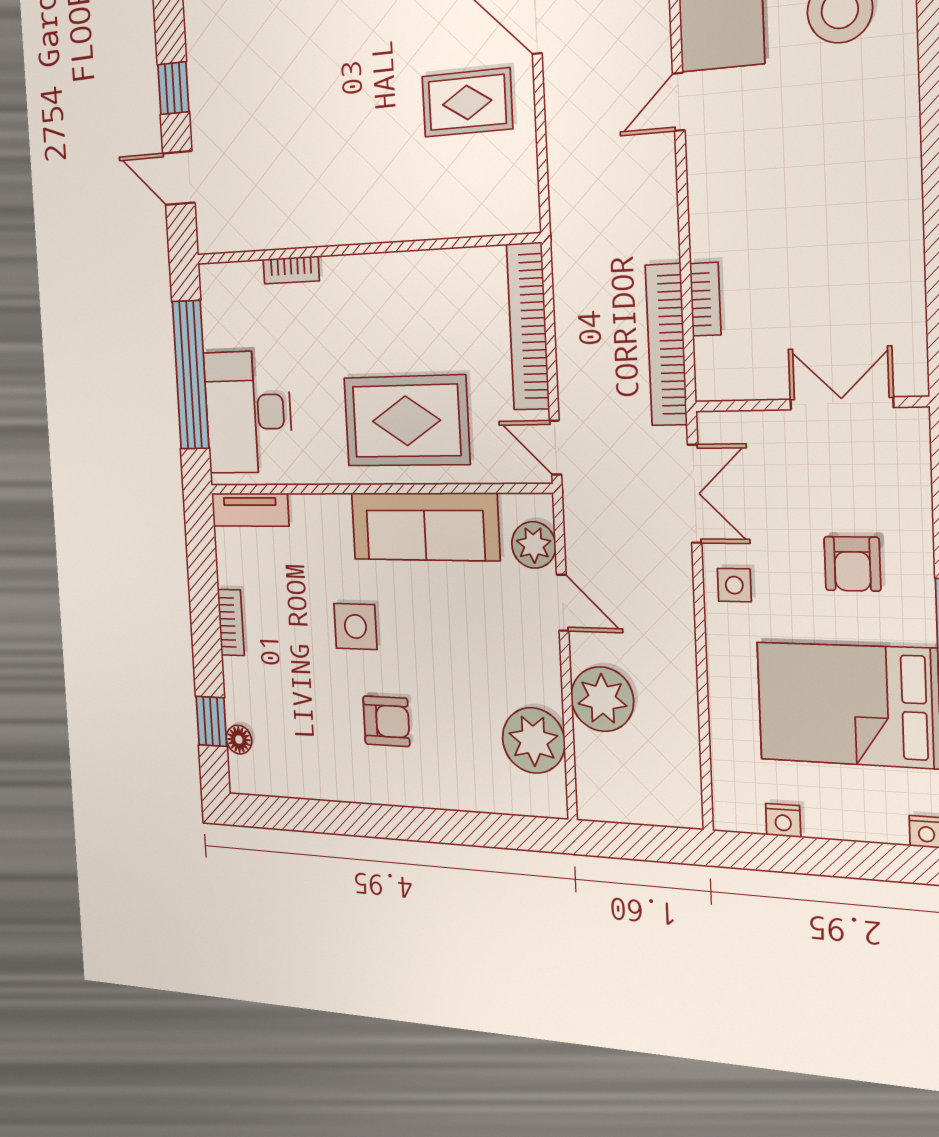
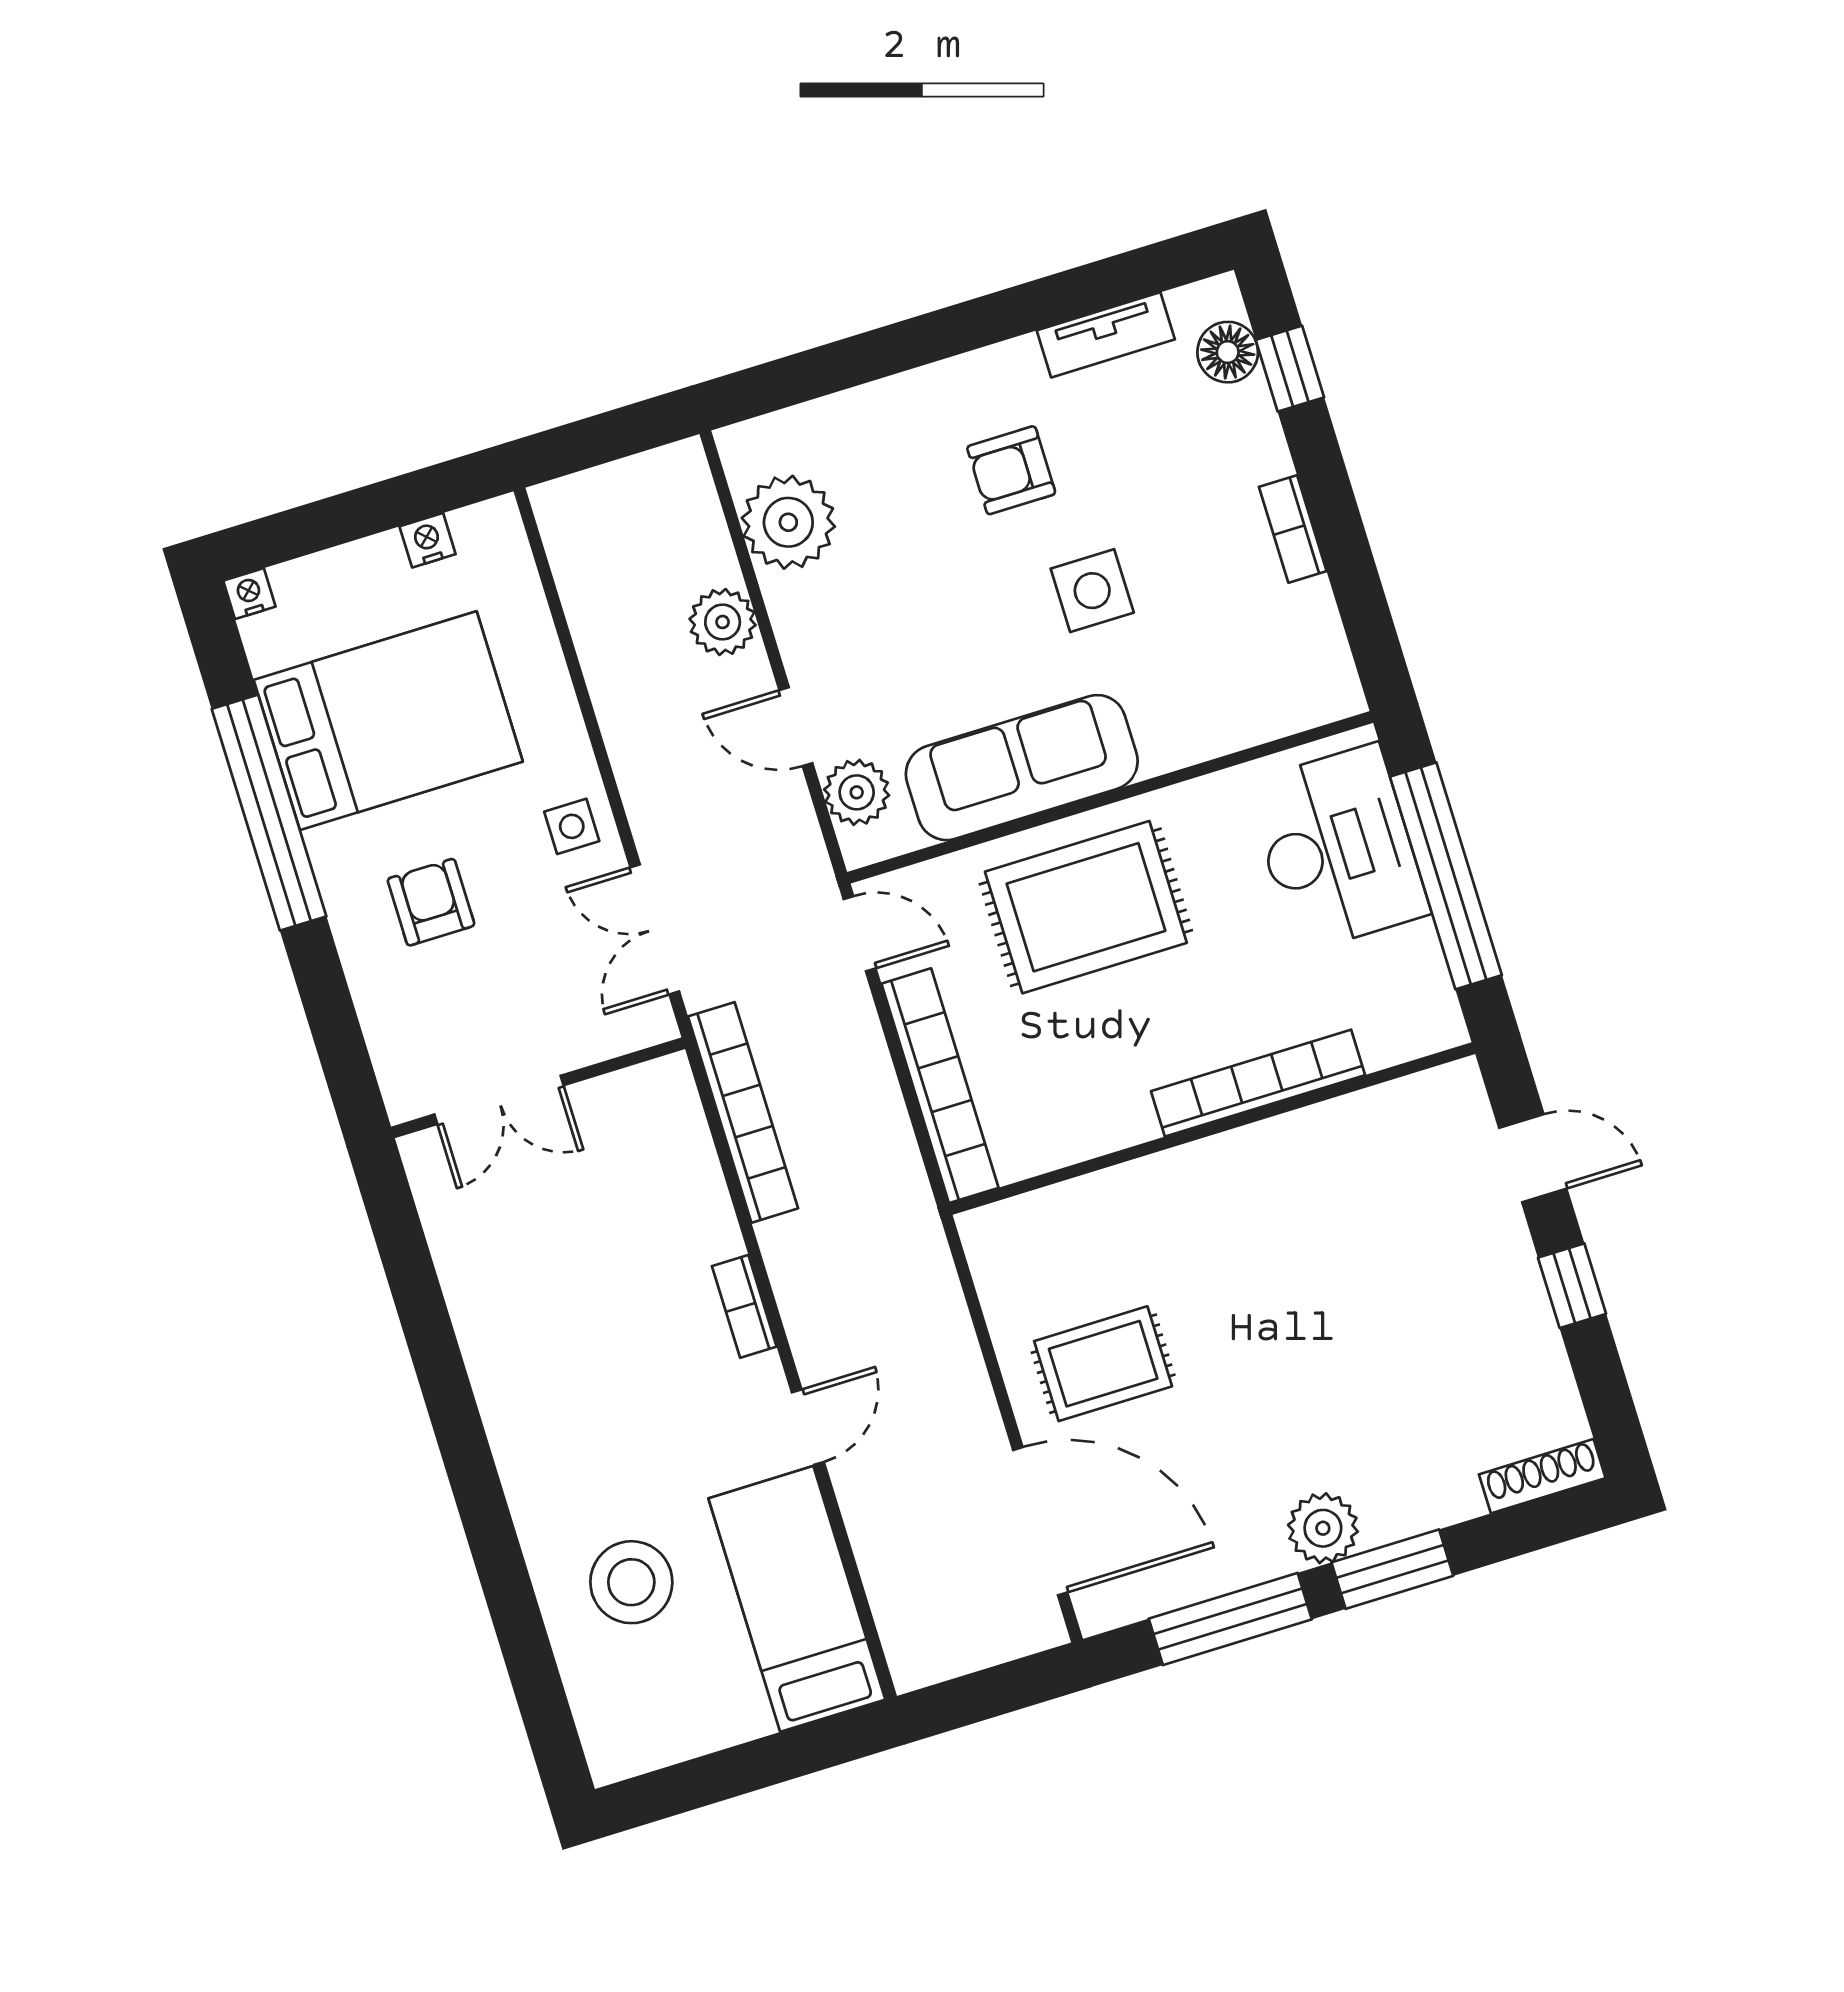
bookcase: (291, 270) -> (1258, 1083), width x2.31, depth x1.31
bookcase: (705, 299) -> (744, 1306), moved
tv unit: (250, 510) -> (1106, 335), moved, turned 180
plant: (602, 699) -> (723, 622), width x0.73, depth x0.73
floor lamp: (239, 740) -> (1228, 352), width x1.37, depth x1.37

